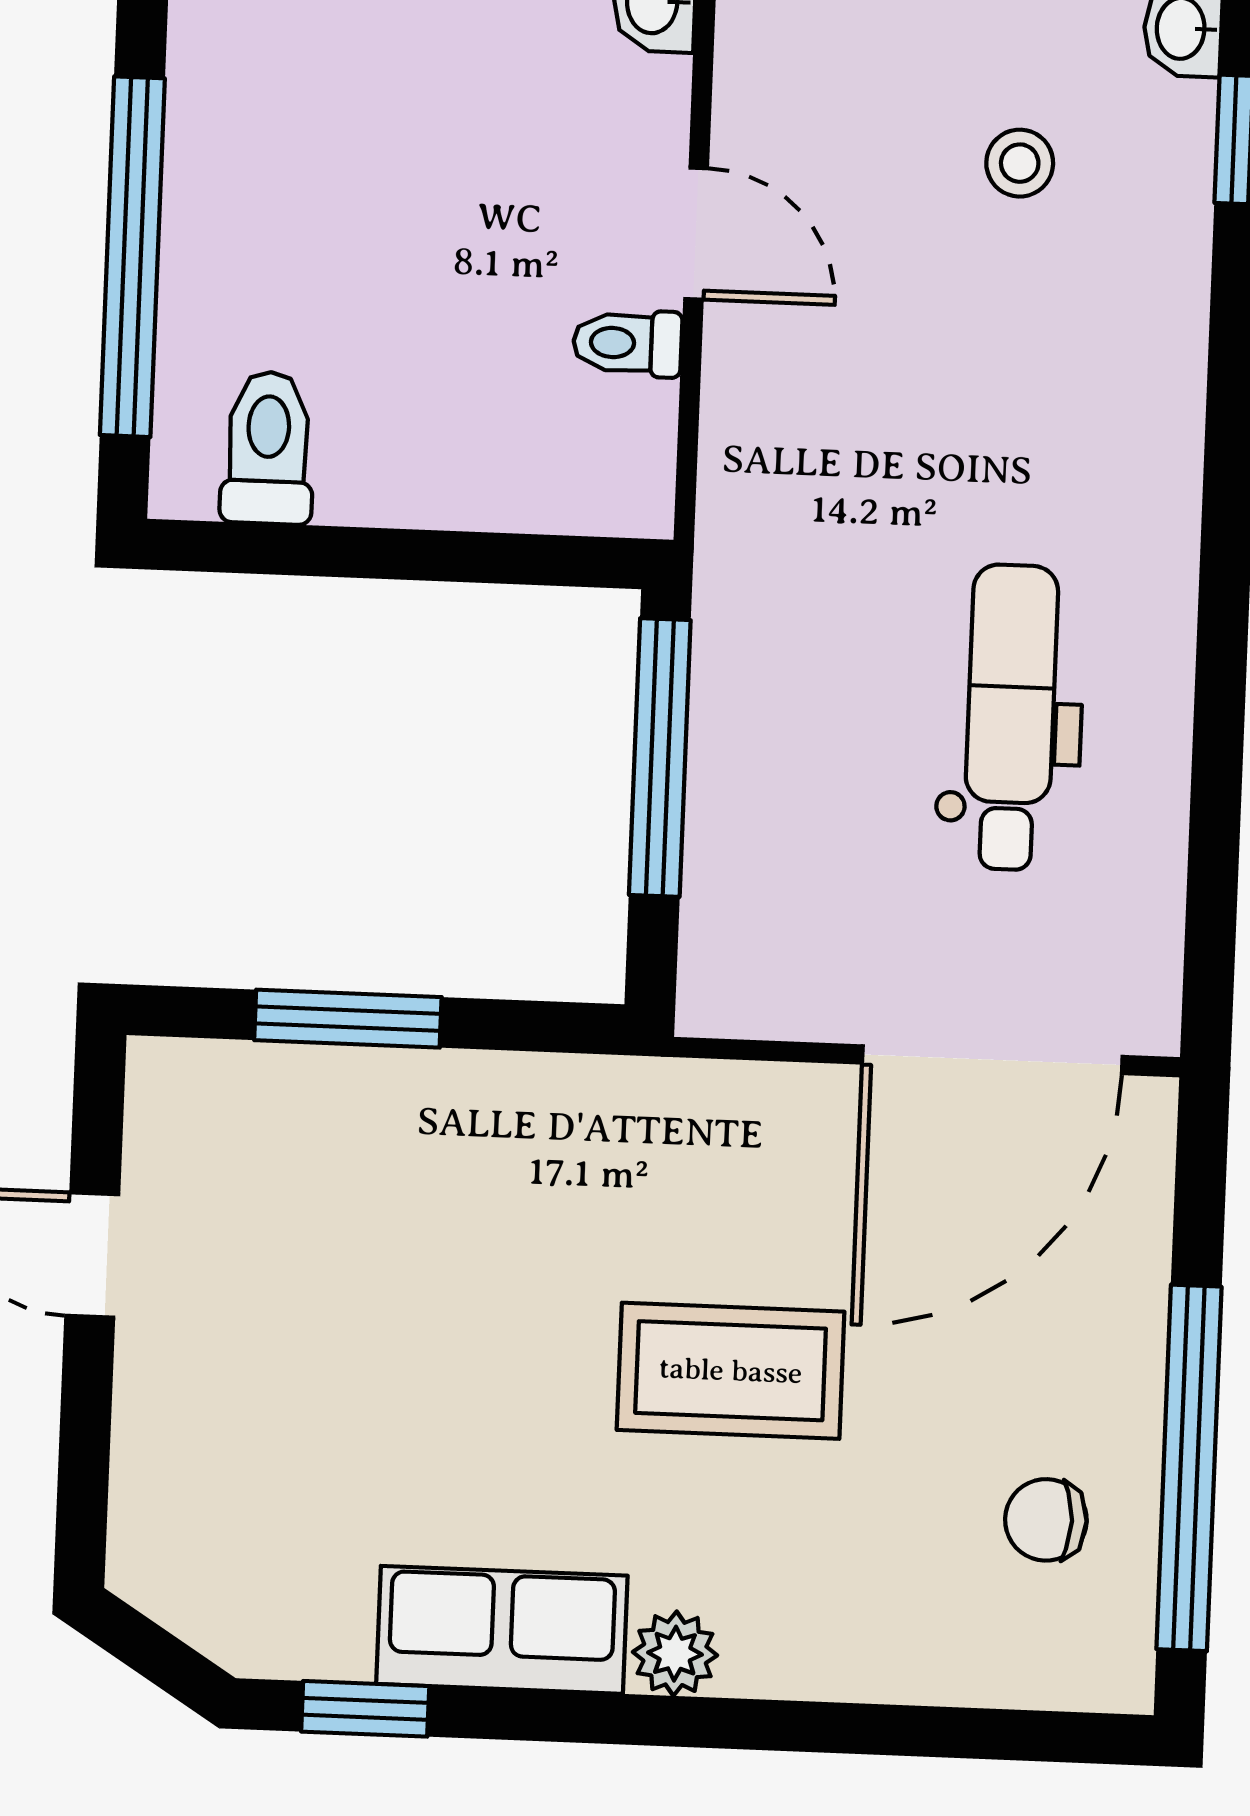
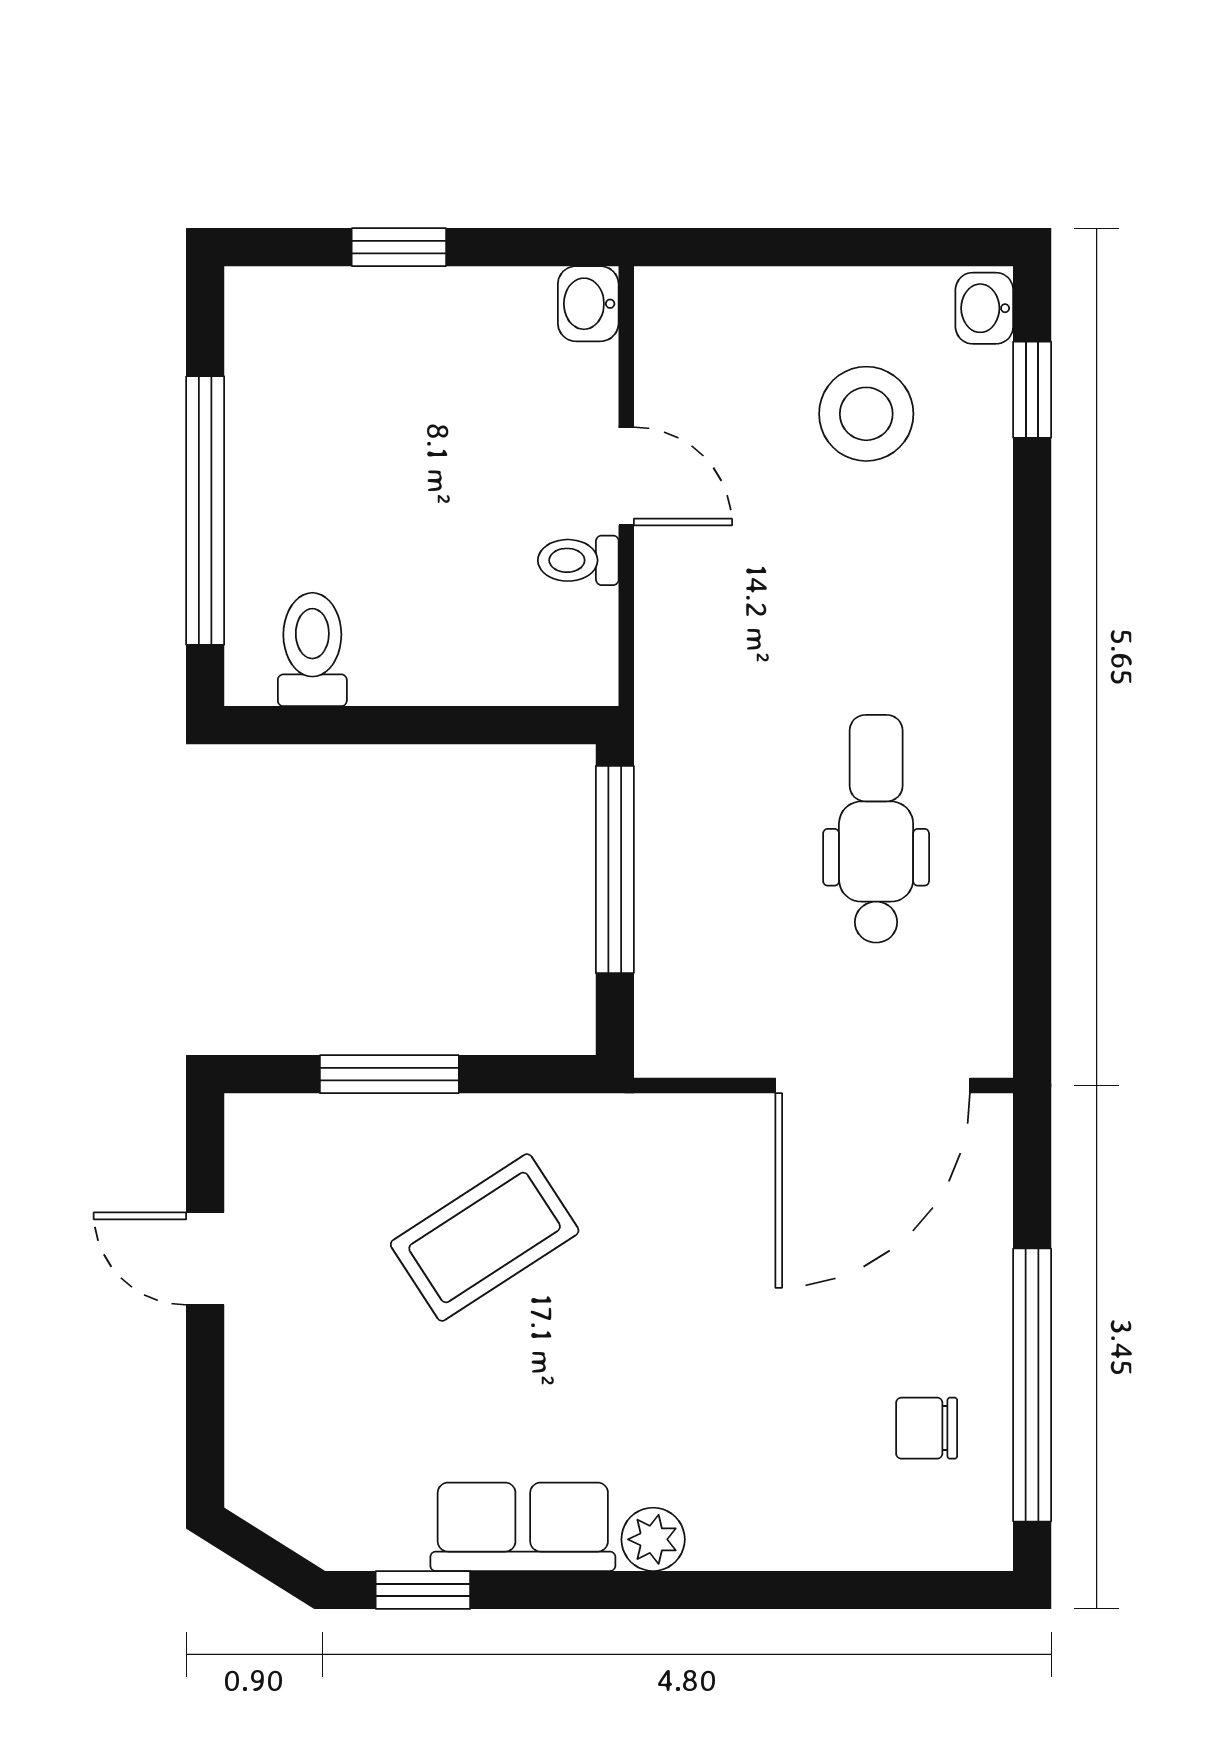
stool: (1020, 163) -> (866, 414), width x1.89, depth x1.89
coffee table: (731, 1371) -> (485, 1237), moved, turned -33

